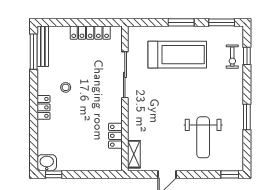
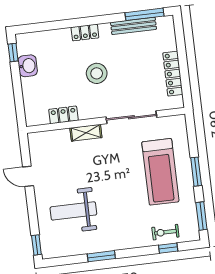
bench: (43, 46) -> (134, 26), moved
stool: (66, 87) -> (97, 73), moved, width x1.89, depth x1.89
shelving: (134, 154) -> (86, 133), moved
washbasin: (47, 163) -> (28, 66), moved

